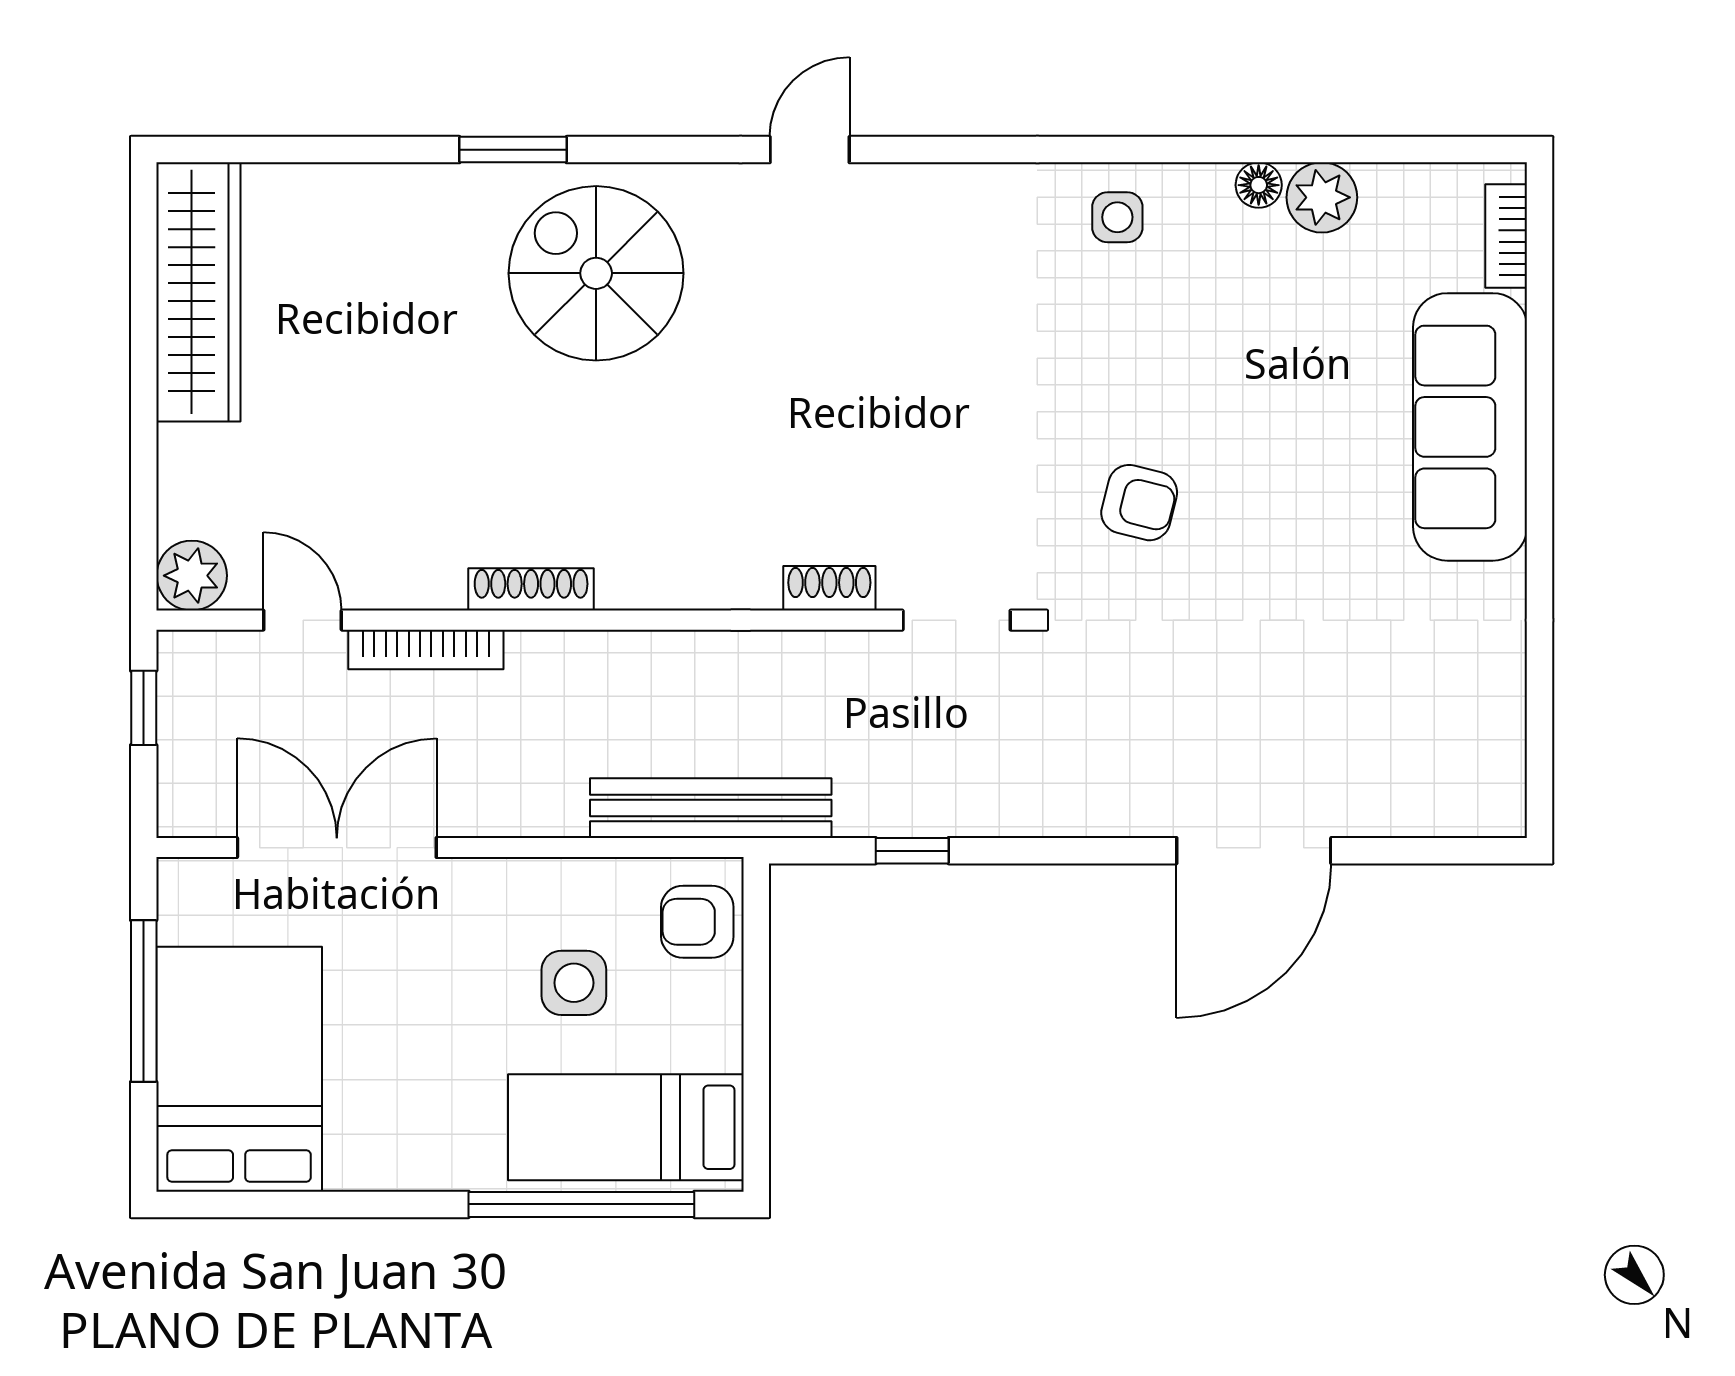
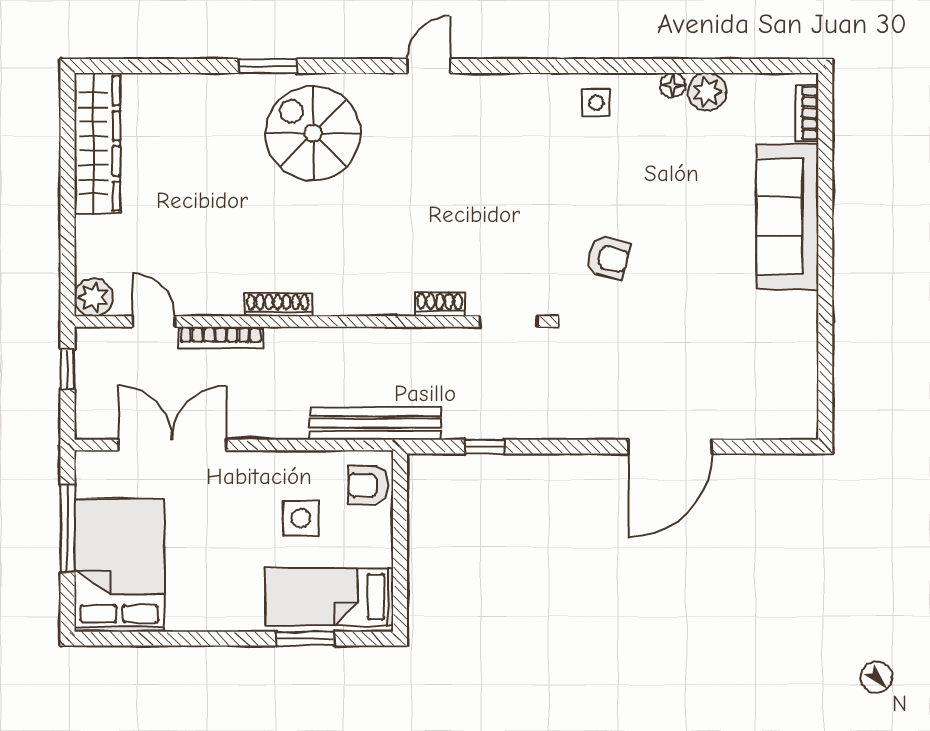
window: (581, 1204) -> (305, 639), width x0.47

